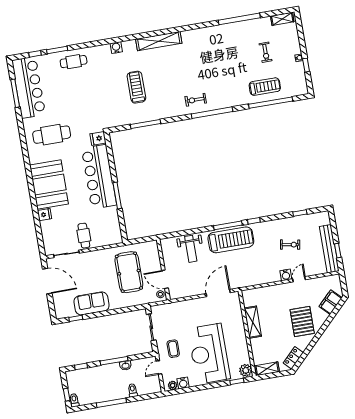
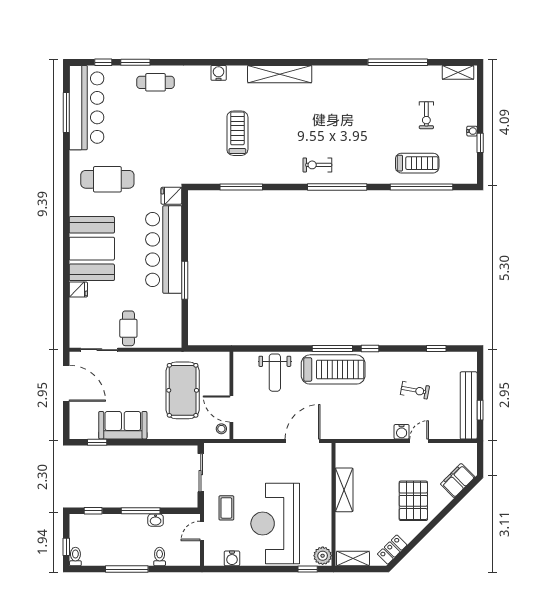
plant: (173, 385) -> (217, 559), removed

